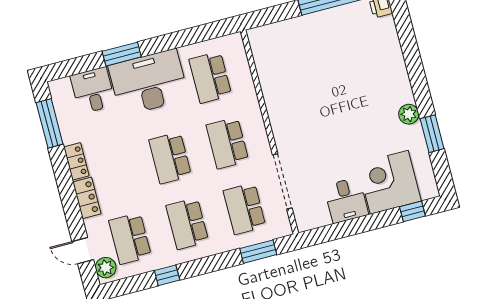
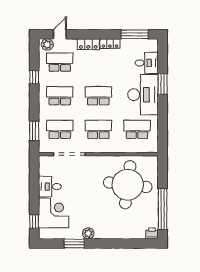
round table: (308, 69) -> (128, 185), added

